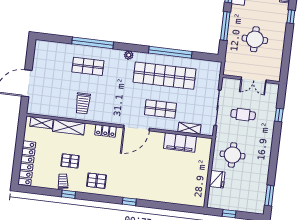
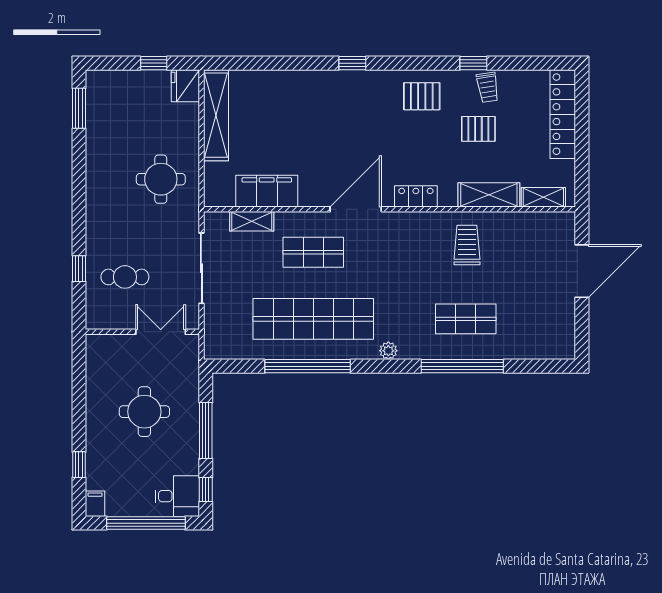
double door: (254, 80) -> (161, 332), moved
cafe table: (243, 115) -> (125, 277), moved
fridge: (217, 179) -> (185, 86), moved
shelving: (201, 184) -> (216, 115), added

